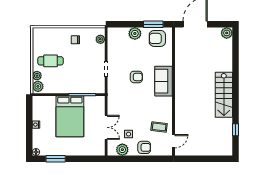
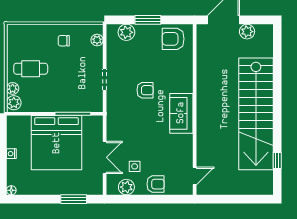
window: (153, 24) -> (148, 20), moved
plant: (227, 33) -> (247, 32), moved
plant: (135, 34) -> (126, 32), moved
sofa: (164, 81) -> (181, 113), moved
stairs: (224, 95) -> (256, 114), width x1.86, depth x1.51
bed: (70, 116) -> (57, 143), width x1.36
coffee table: (159, 127) -> (175, 157), removed
window: (56, 159) -> (74, 199), moved

